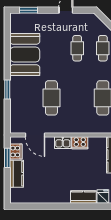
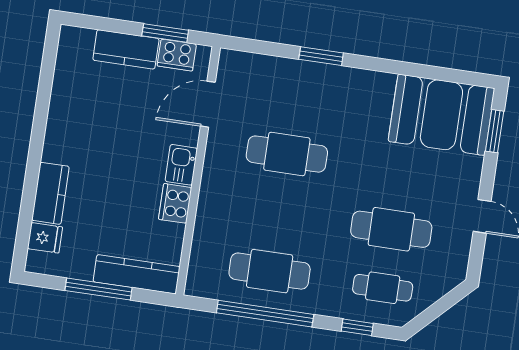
cafe table: (77, 48) -> (391, 229), width x1.37, depth x1.35
booth: (25, 54) -> (441, 115), moved

